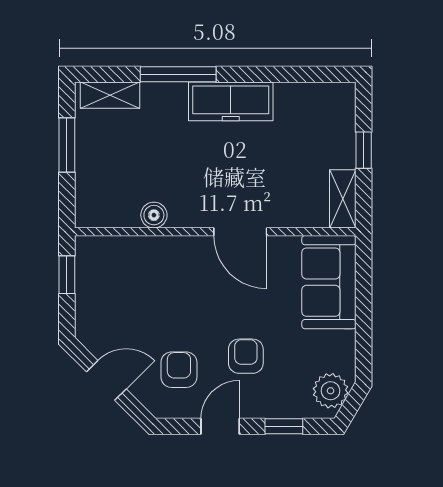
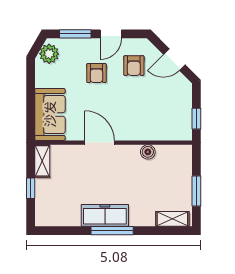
window: (178, 74) -> (112, 231), moved
window: (284, 426) -> (75, 34), width x1.50

